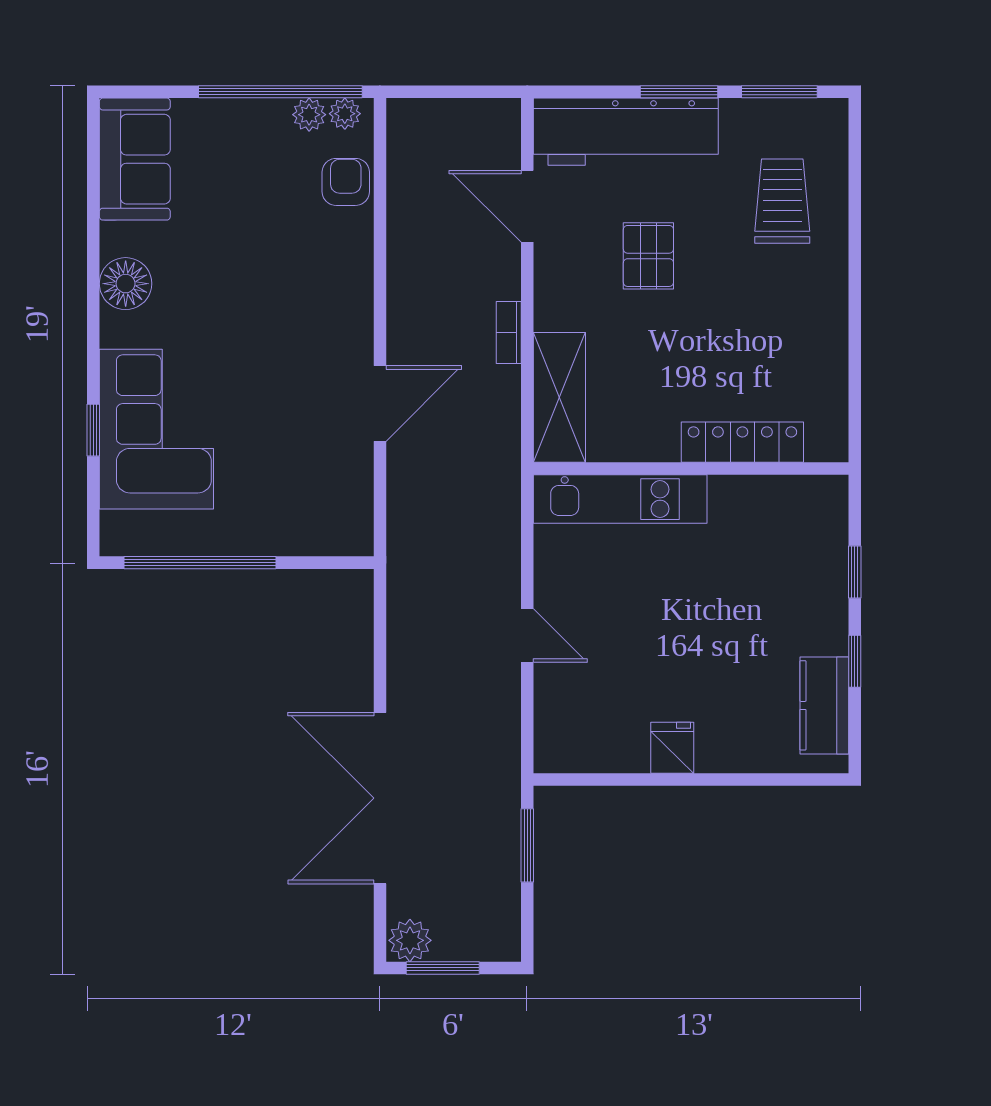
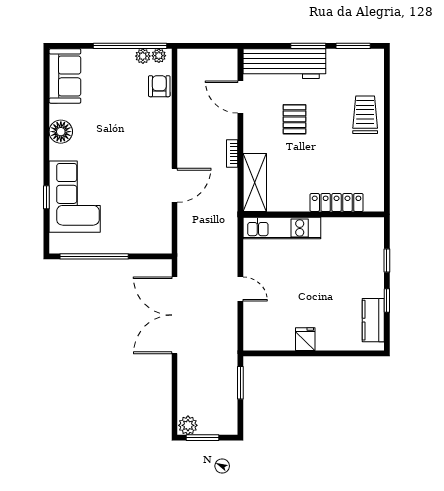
trolley: (782, 201) -> (365, 115), moved
double door: (380, 798) -> (174, 315), moved

